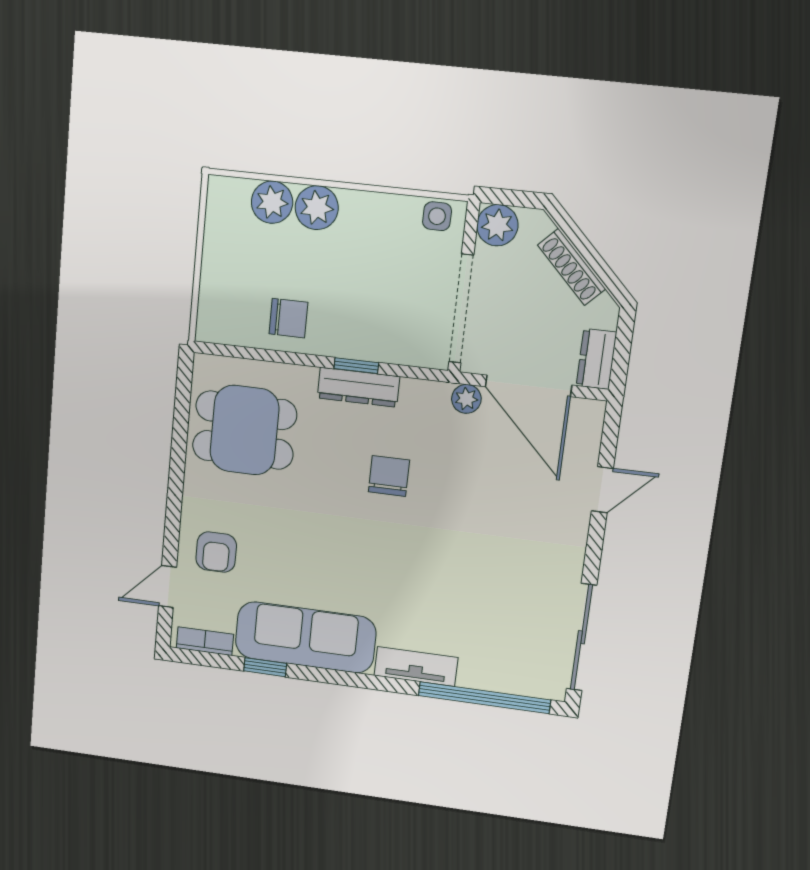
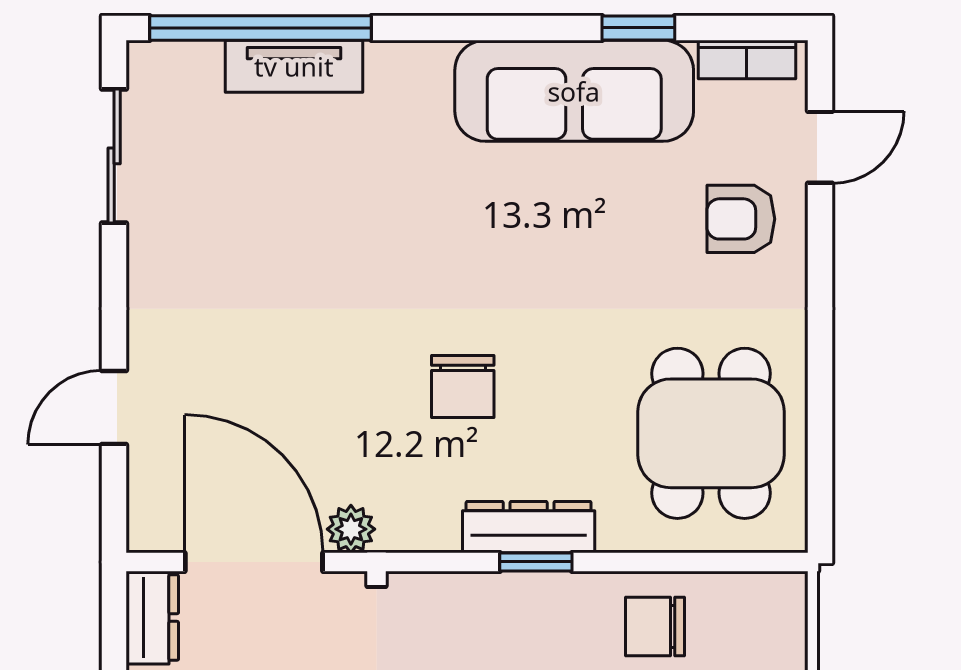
dining table: (244, 430) -> (711, 433), turned 90
armchair: (216, 552) -> (741, 219), turned -90
sliding door: (581, 637) -> (114, 156), width x0.73
tv unit: (416, 666) -> (294, 66), moved

